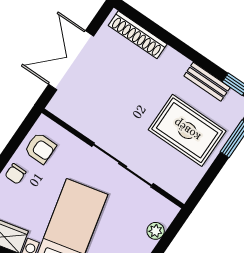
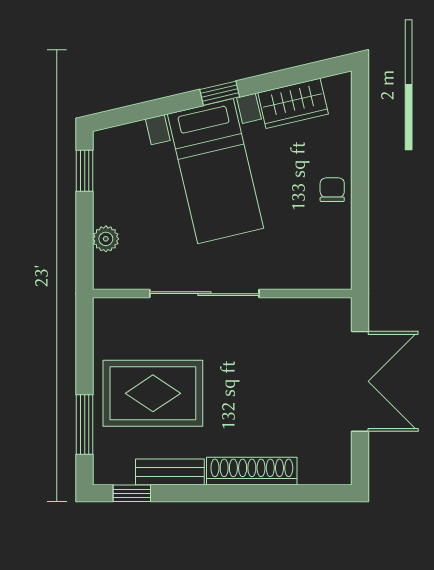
shoe rack: (138, 35) -> (252, 471), moved
armchair: (40, 148) -> (323, 244), removed

